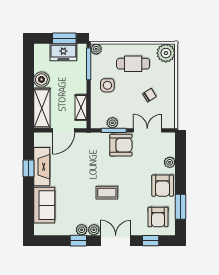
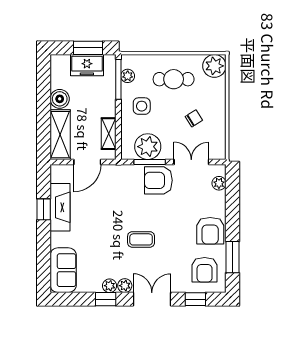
plant: (96, 49) -> (128, 76), moved
plant: (112, 123) -> (148, 147), width x1.88, depth x1.88
armchair: (121, 145) -> (158, 180), turned 180
plant: (170, 162) -> (219, 183), moved
sofa: (44, 205) -> (63, 270), moved

